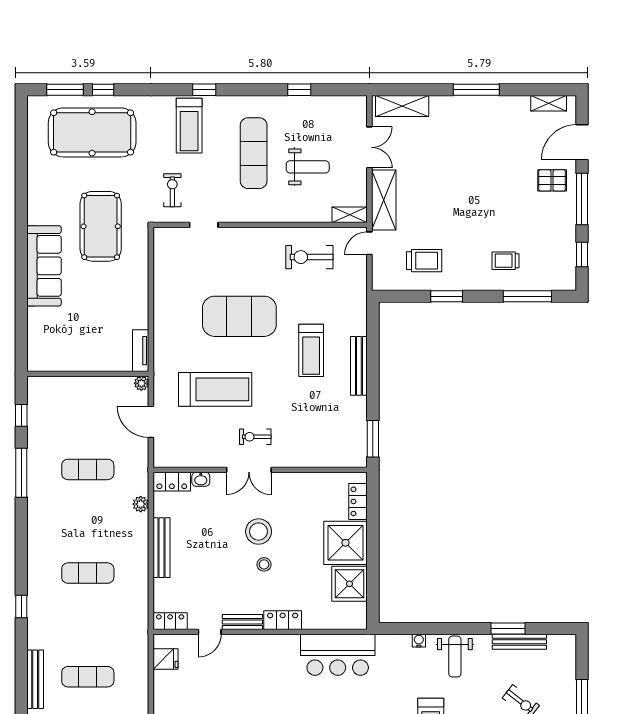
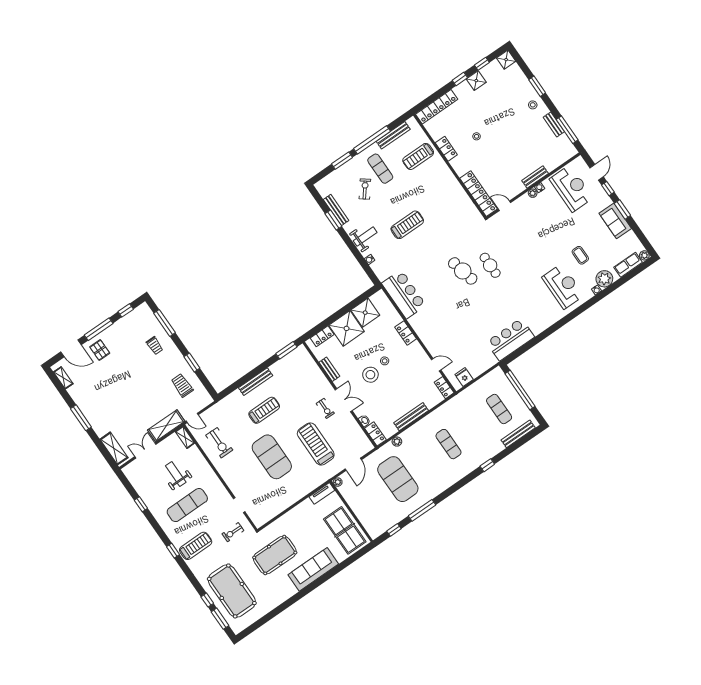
table tennis table: (68, 347) -> (345, 530), added
exercise mat: (88, 469) -> (398, 479), width x2.00, depth x1.45
bench: (242, 622) -> (329, 369), moved

